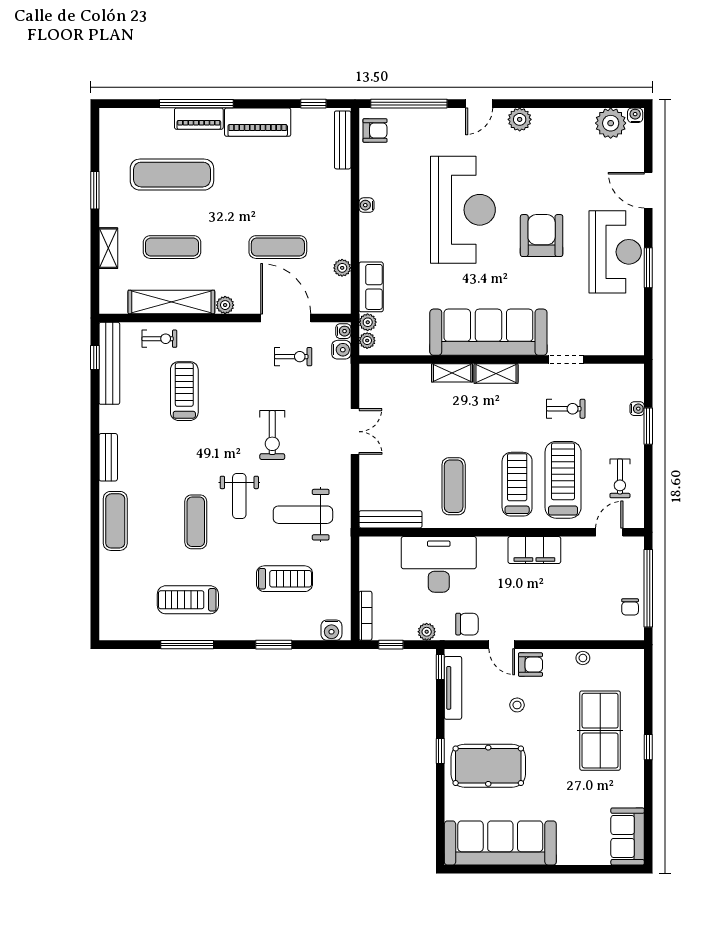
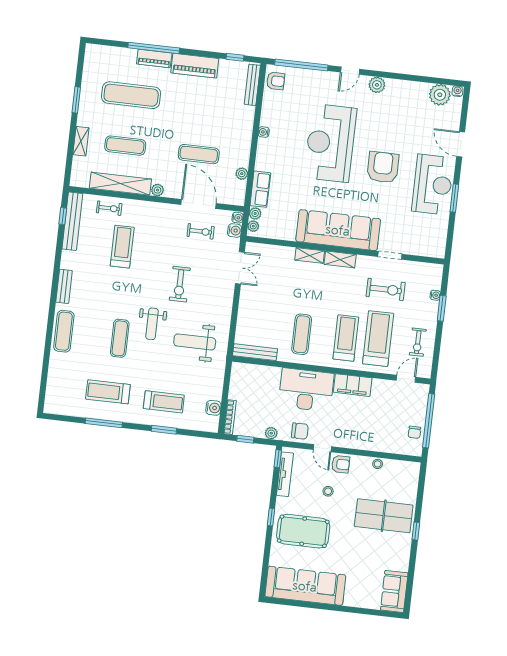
reception desk: (463, 210) -> (330, 143), turned 180
exercise bike: (566, 409) -> (386, 289), width x1.38, depth x1.39
double door: (355, 432) -> (240, 268), moved
desk: (439, 564) -> (306, 390), moved
treadmill: (284, 579) -> (164, 402), moved
water cooler: (331, 630) -> (213, 408), moved, turned -90
table tennis table: (600, 731) -> (384, 516), turned 90

